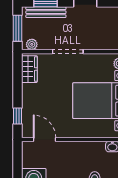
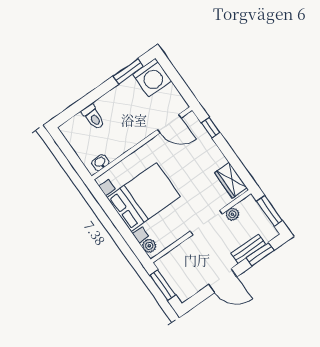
bench: (46, 12) -> (248, 249), width x0.73
plant: (32, 44) -> (232, 214), moved

